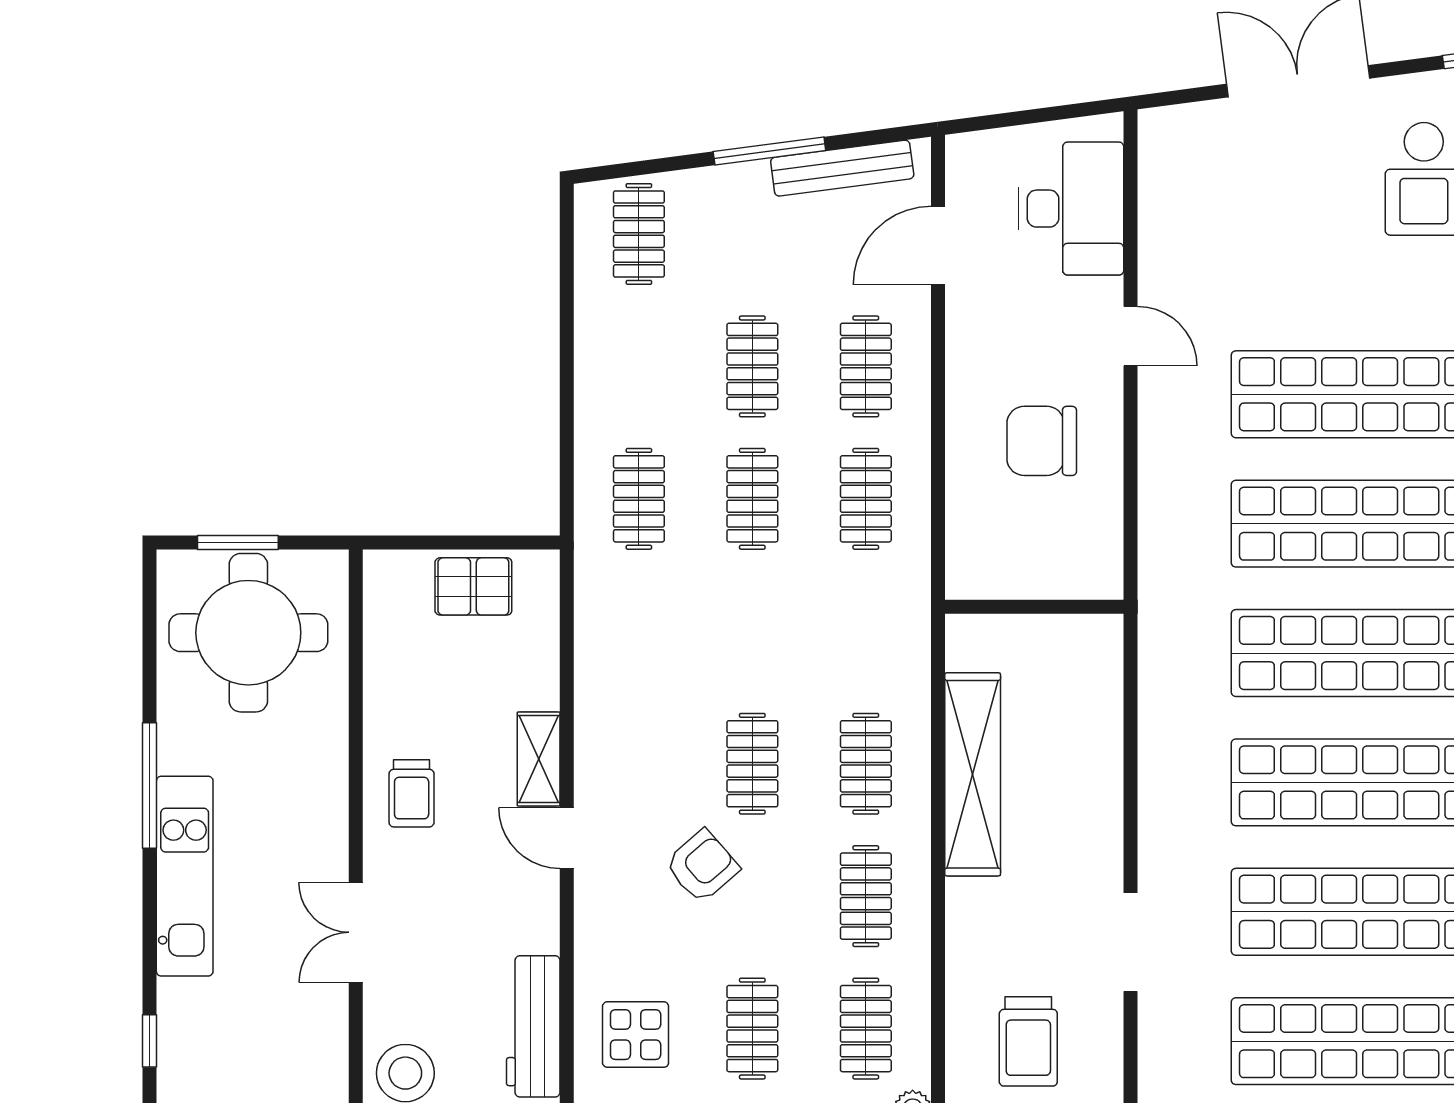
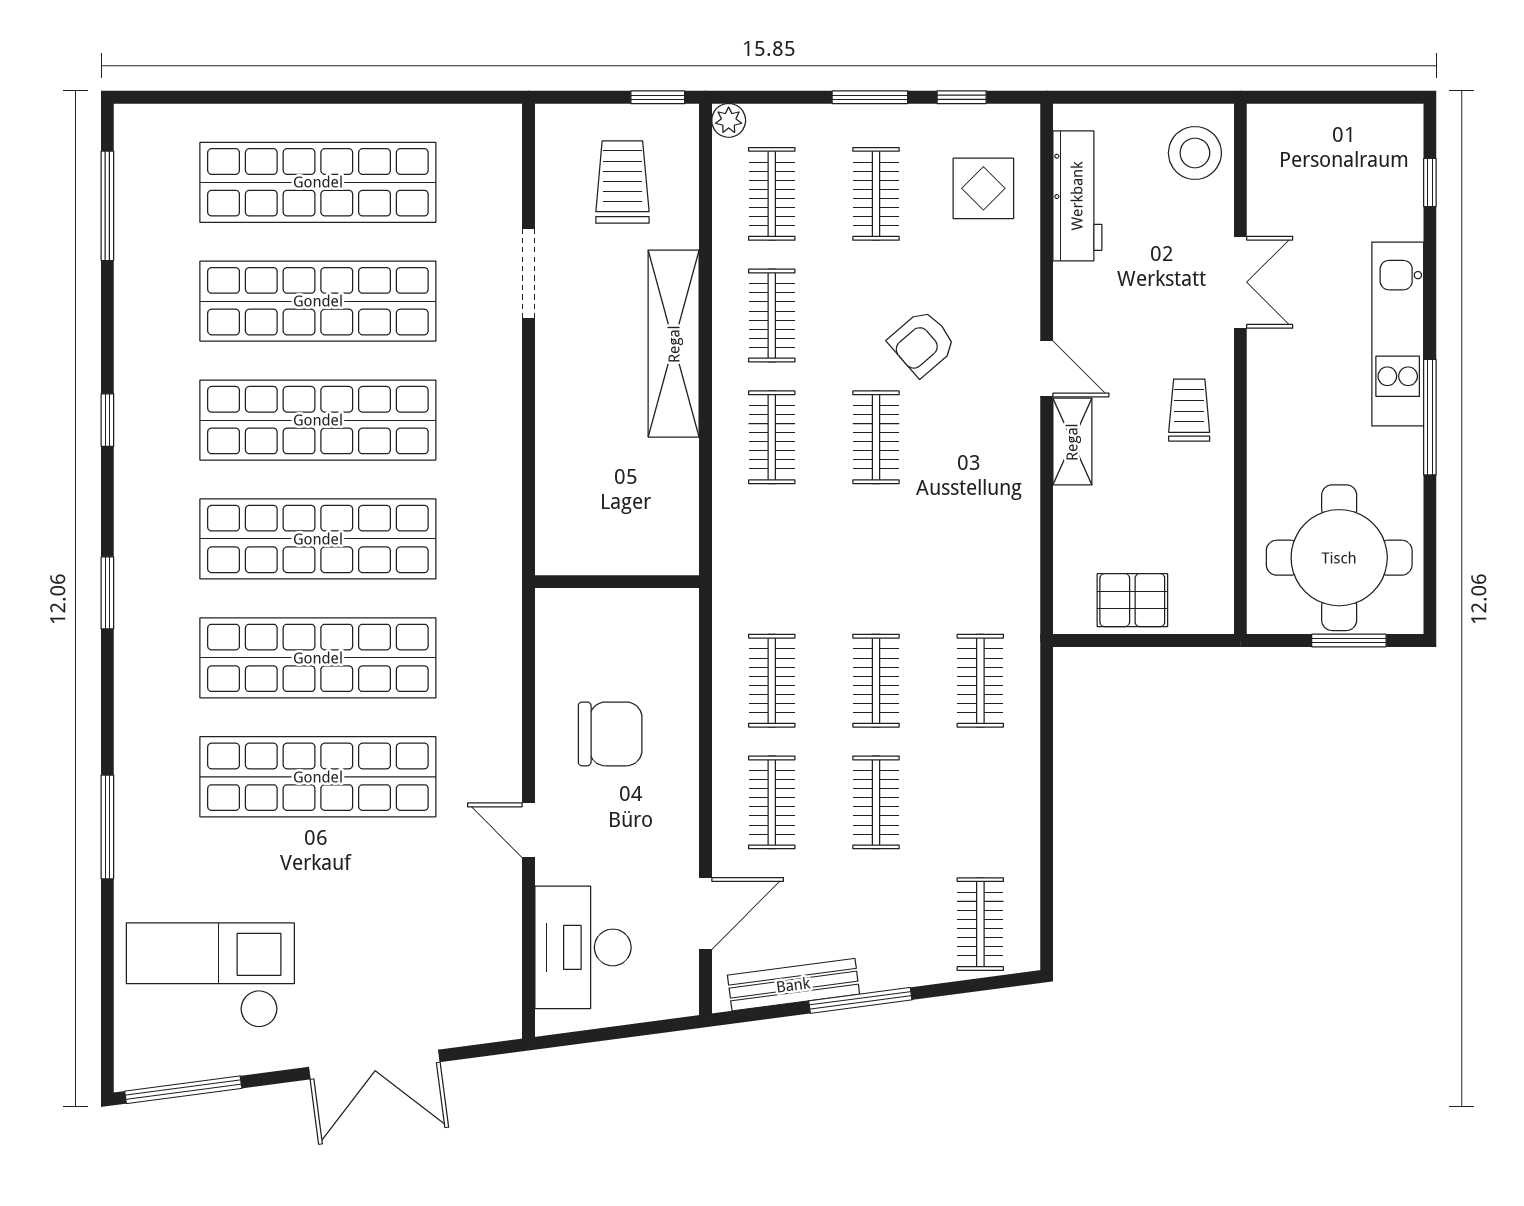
shelving: (973, 774) -> (674, 344), moved

